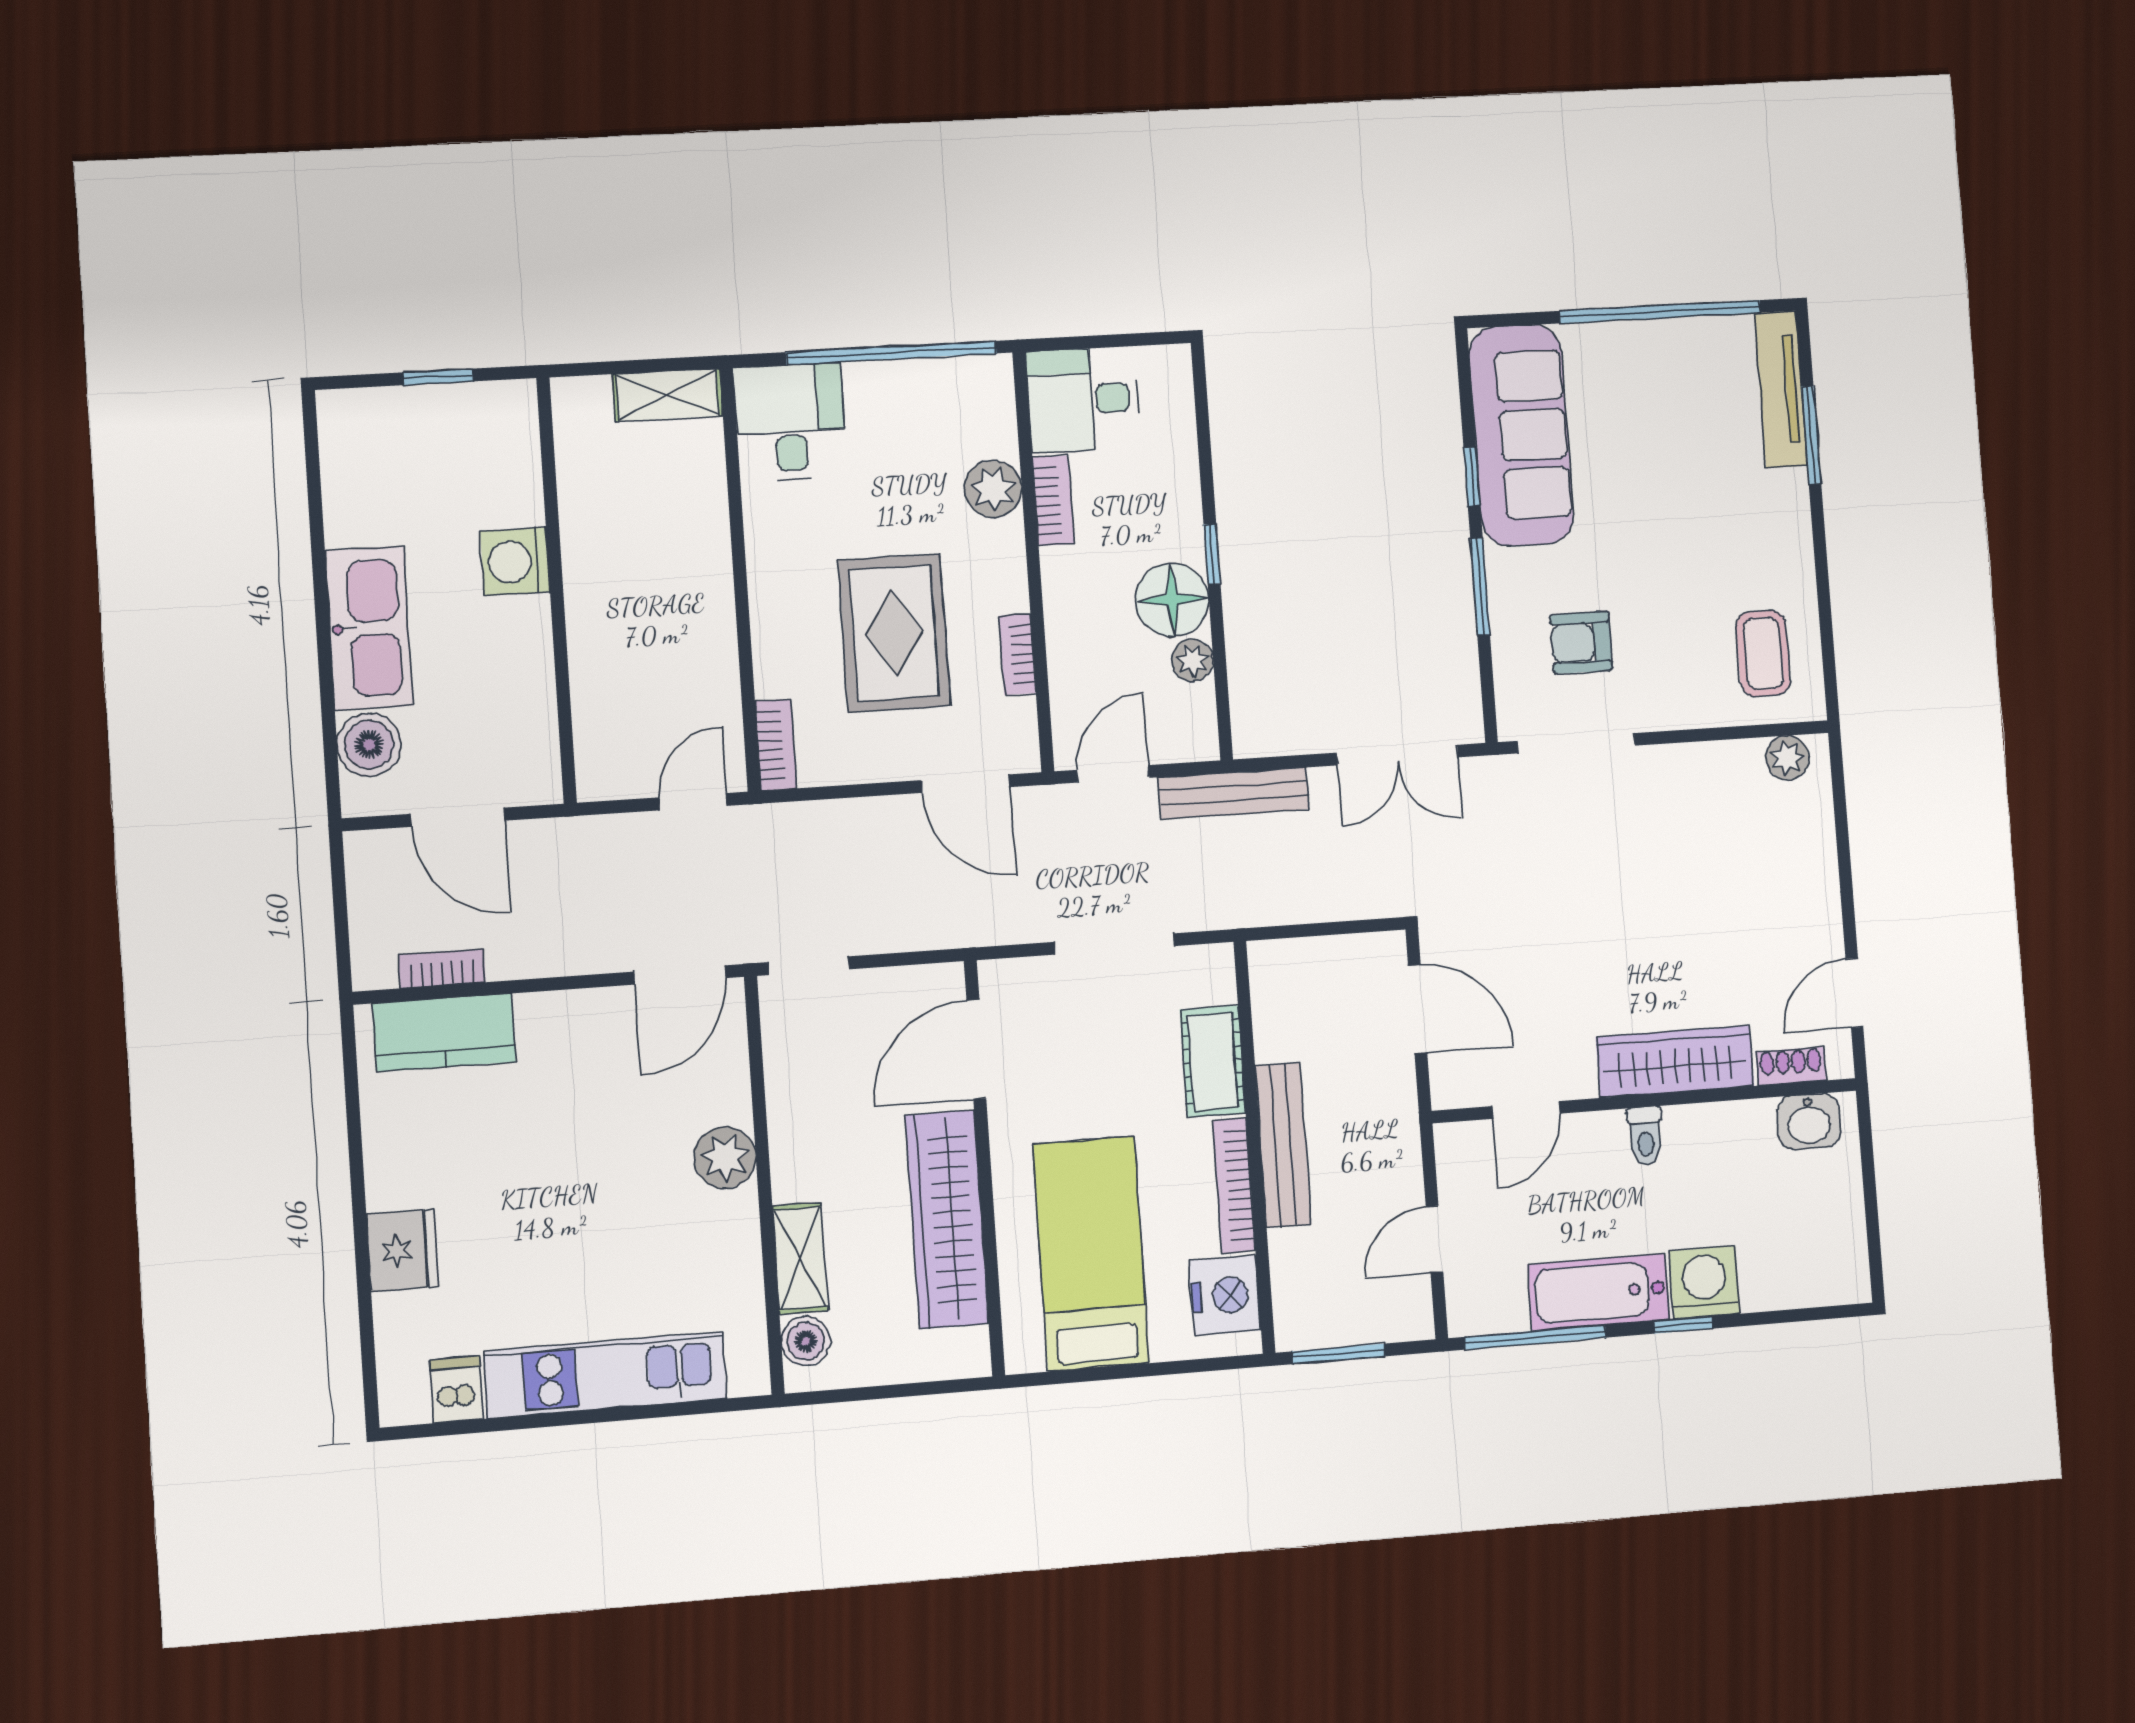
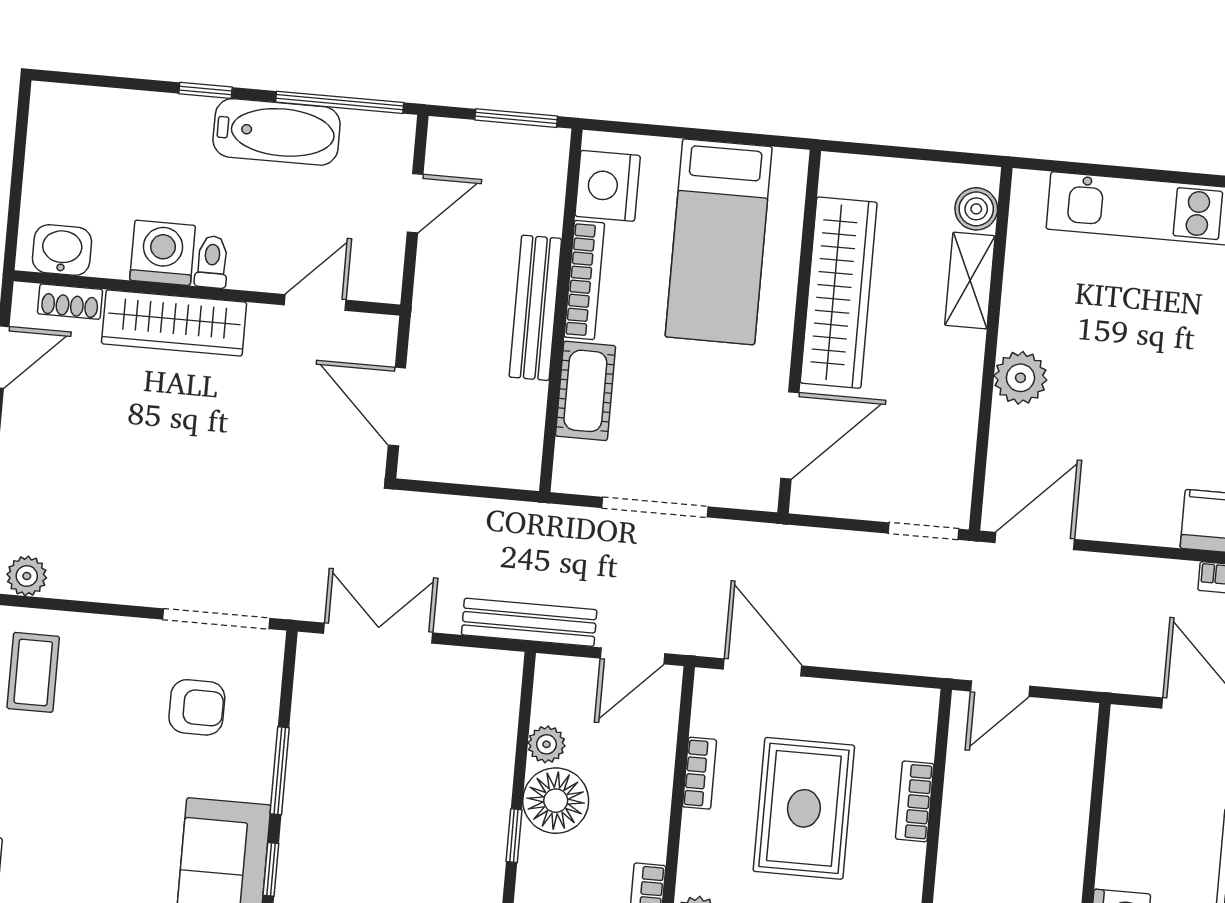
bookcase: (776, 745) -> (915, 801), moved
washing machine: (1704, 1282) -> (163, 253), moved, turned 180

